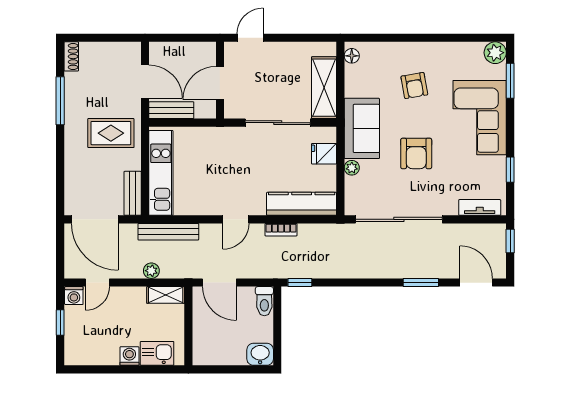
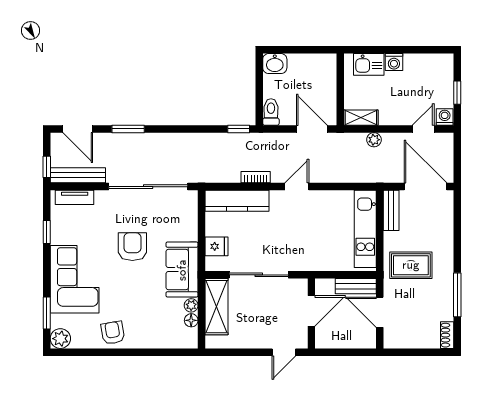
floor lamp: (352, 56) -> (191, 320), moved
armchair: (414, 86) -> (113, 333), moved
plant: (352, 168) -> (191, 305), moved
bench: (168, 232) -> (78, 175), moved

